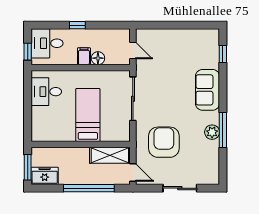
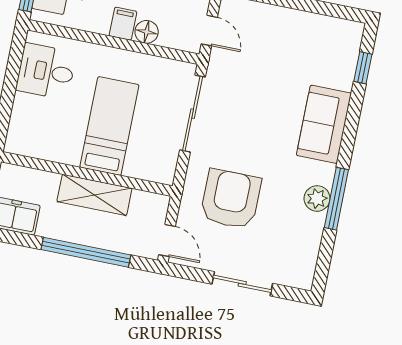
shelving: (110, 155) -> (94, 195), moved

